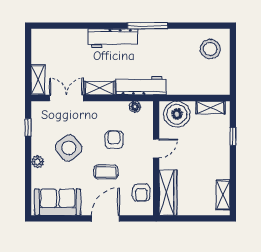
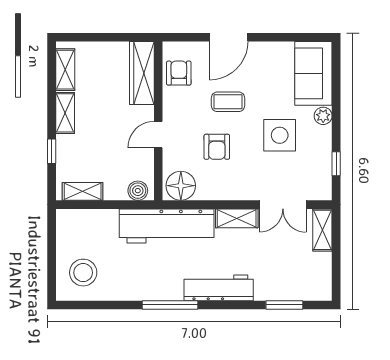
window: (65, 26) -> (284, 305), added
workbench: (141, 86) -> (167, 226), width x1.36, depth x1.32
floor lamp: (135, 107) -> (181, 186), width x1.89, depth x1.89
boiler: (177, 114) -> (138, 191), width x0.54, depth x0.54
side table: (69, 148) -> (280, 135), turned 38
shelving: (223, 164) -> (65, 113), added
sofa: (58, 202) -> (313, 73), moved, turned 90

